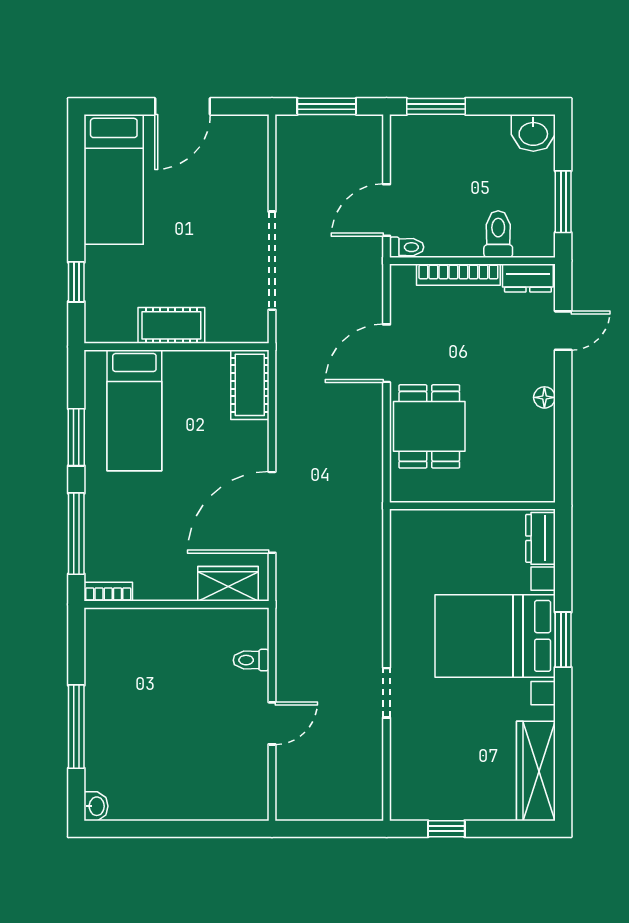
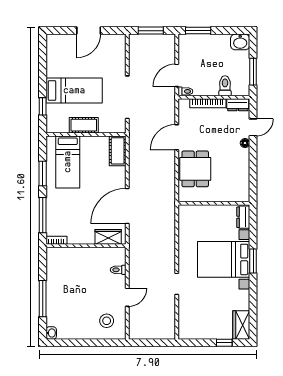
bed: (114, 179) -> (74, 91), moved, turned -90
floor lamp: (544, 397) -> (245, 143), moved
wardrobe: (536, 771) -> (241, 325), width x0.67
stool: (224, 778) -> (107, 321), added
window: (446, 829) -> (224, 343), moved

